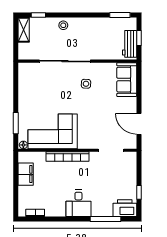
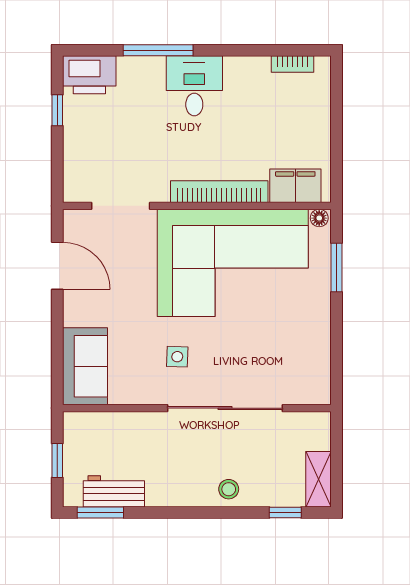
workbench: (130, 44) -> (114, 491), moved, turned -90
corner sofa: (53, 131) -> (233, 263), width x1.36, depth x1.36
filing cabinet: (26, 174) -> (295, 186), moved, turned 90
window: (106, 219) -> (158, 50), moved

